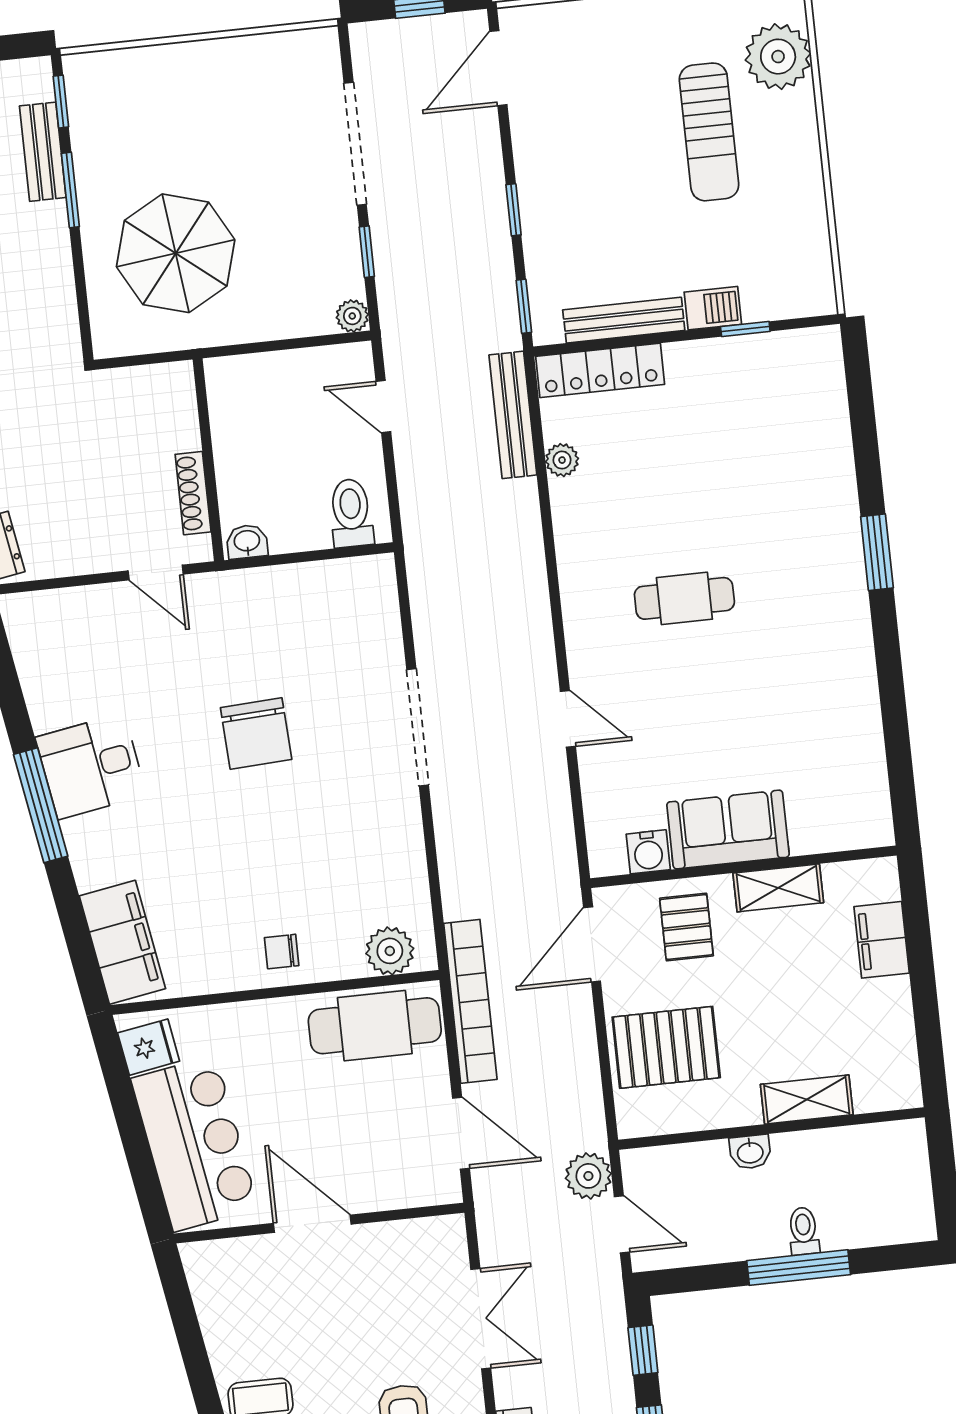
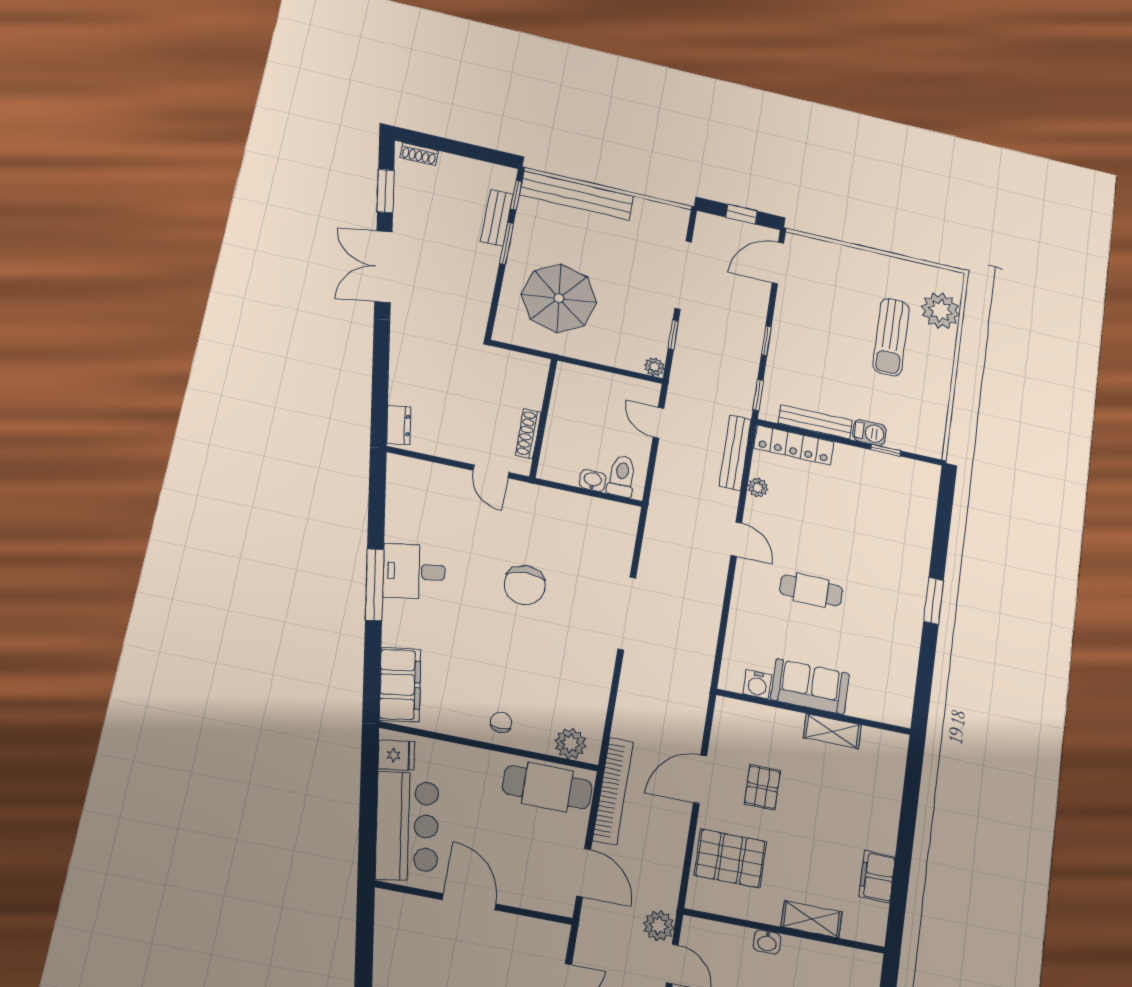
bench: (153, 67) -> (577, 195), added
washbasin: (247, 542) -> (593, 480), moved
door: (568, 719) -> (736, 539), moved
sofa: (728, 830) -> (810, 687), moved
water cooler: (648, 852) -> (757, 684), moved
wall: (743, 867) -> (814, 712), moved
shelving: (778, 888) -> (832, 731), moved
filing cabinet: (882, 940) -> (877, 877), moved
chair: (282, 952) -> (501, 722), turned 90

